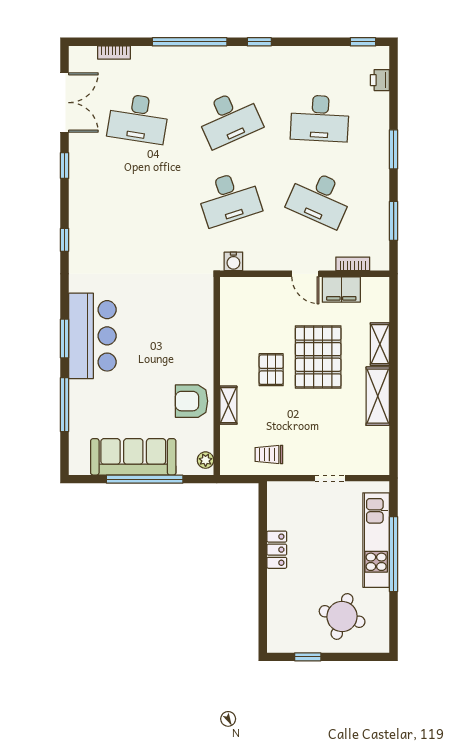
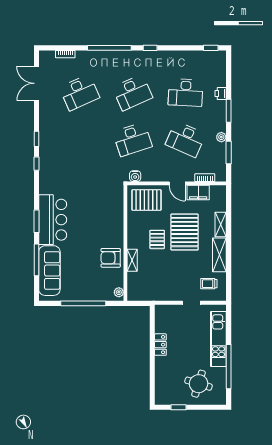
printer: (380, 80) -> (221, 94), moved
double door: (65, 103) -> (36, 83), swing flipped
desk: (138, 118) -> (79, 93), turned -33
window: (65, 166) -> (36, 139), moved
plant: (381, 195) -> (221, 137), added
pallet: (253, 302) -> (146, 200), added
trolley: (269, 455) -> (209, 284), moved
sofa: (133, 457) -> (49, 271), moved, turned 90
window: (394, 554) -> (229, 367), moved

